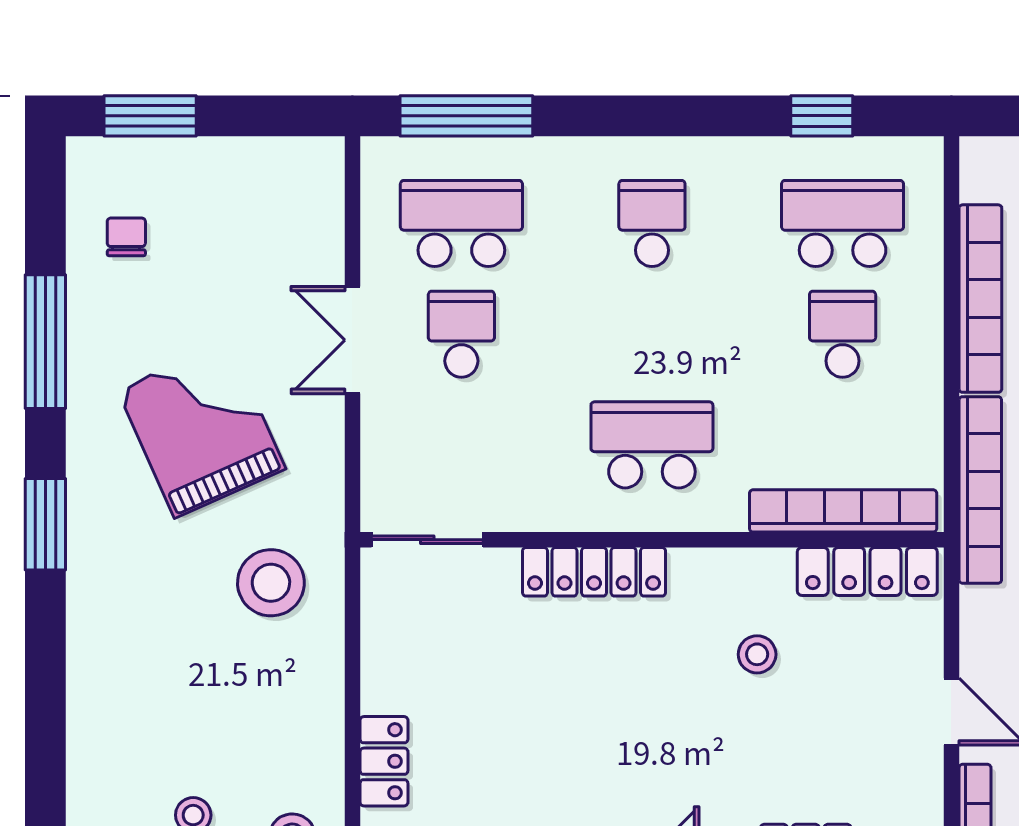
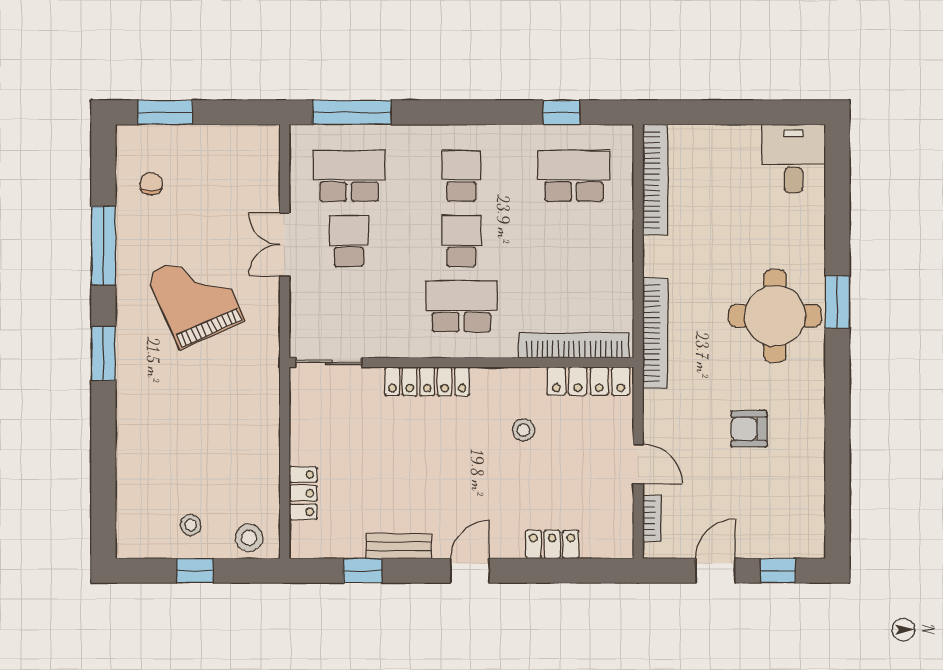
bookcase: (980, 299) -> (655, 180), moved
school desk: (843, 334) -> (461, 241), moved
stool: (271, 583) -> (237, 388), removed

